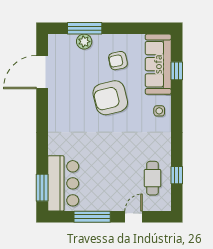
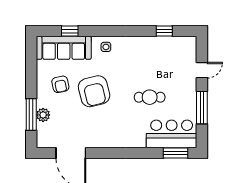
cafe table: (153, 178) -> (150, 97), moved
door: (134, 217) -> (202, 70), swing flipped

